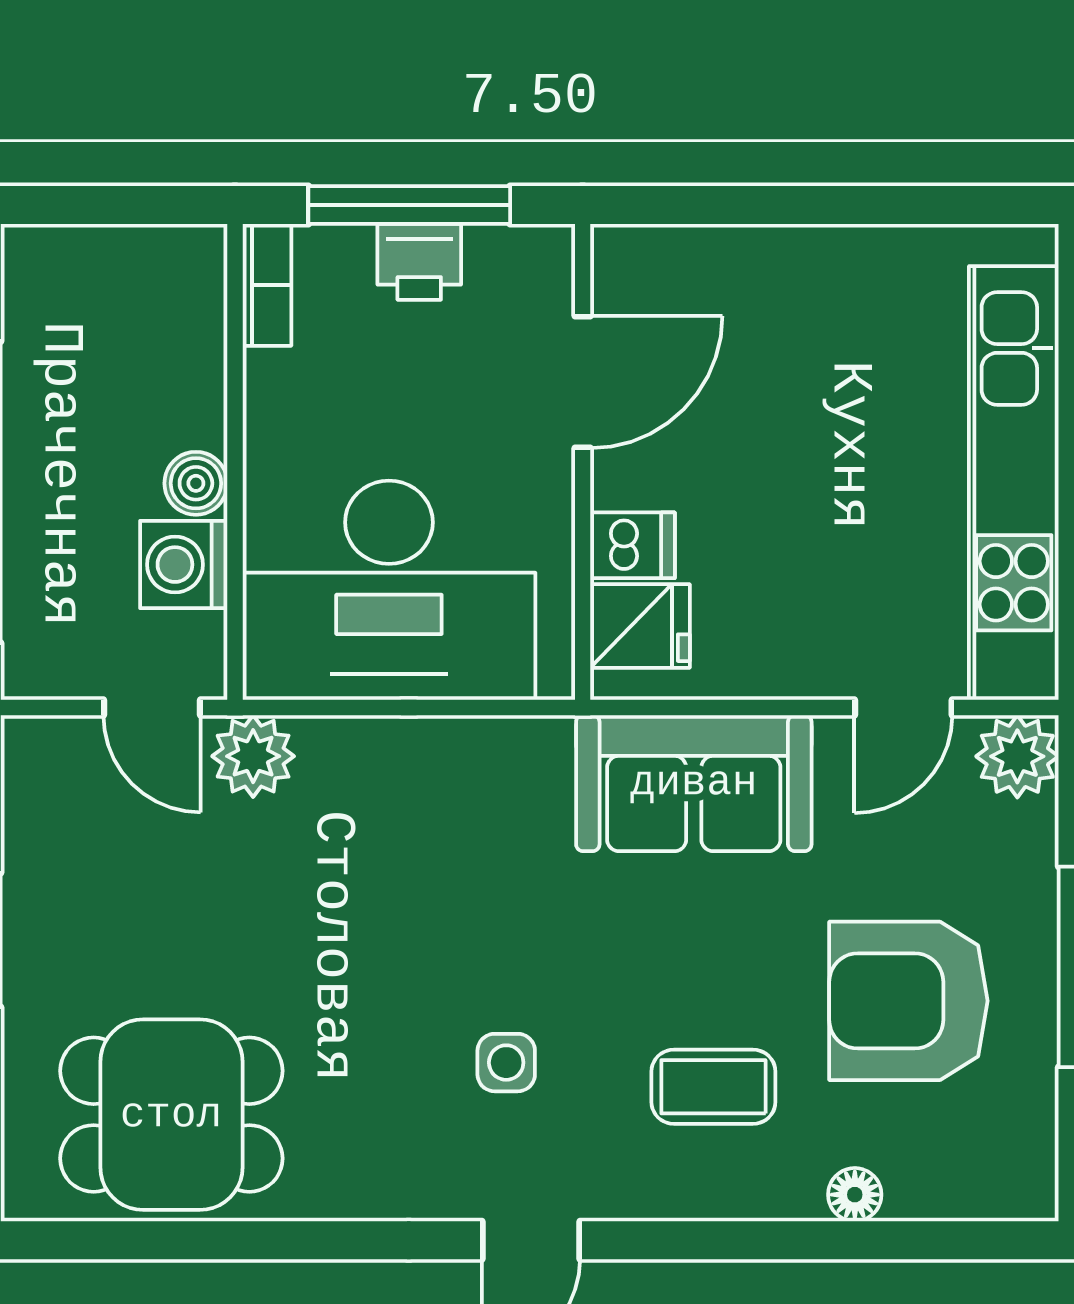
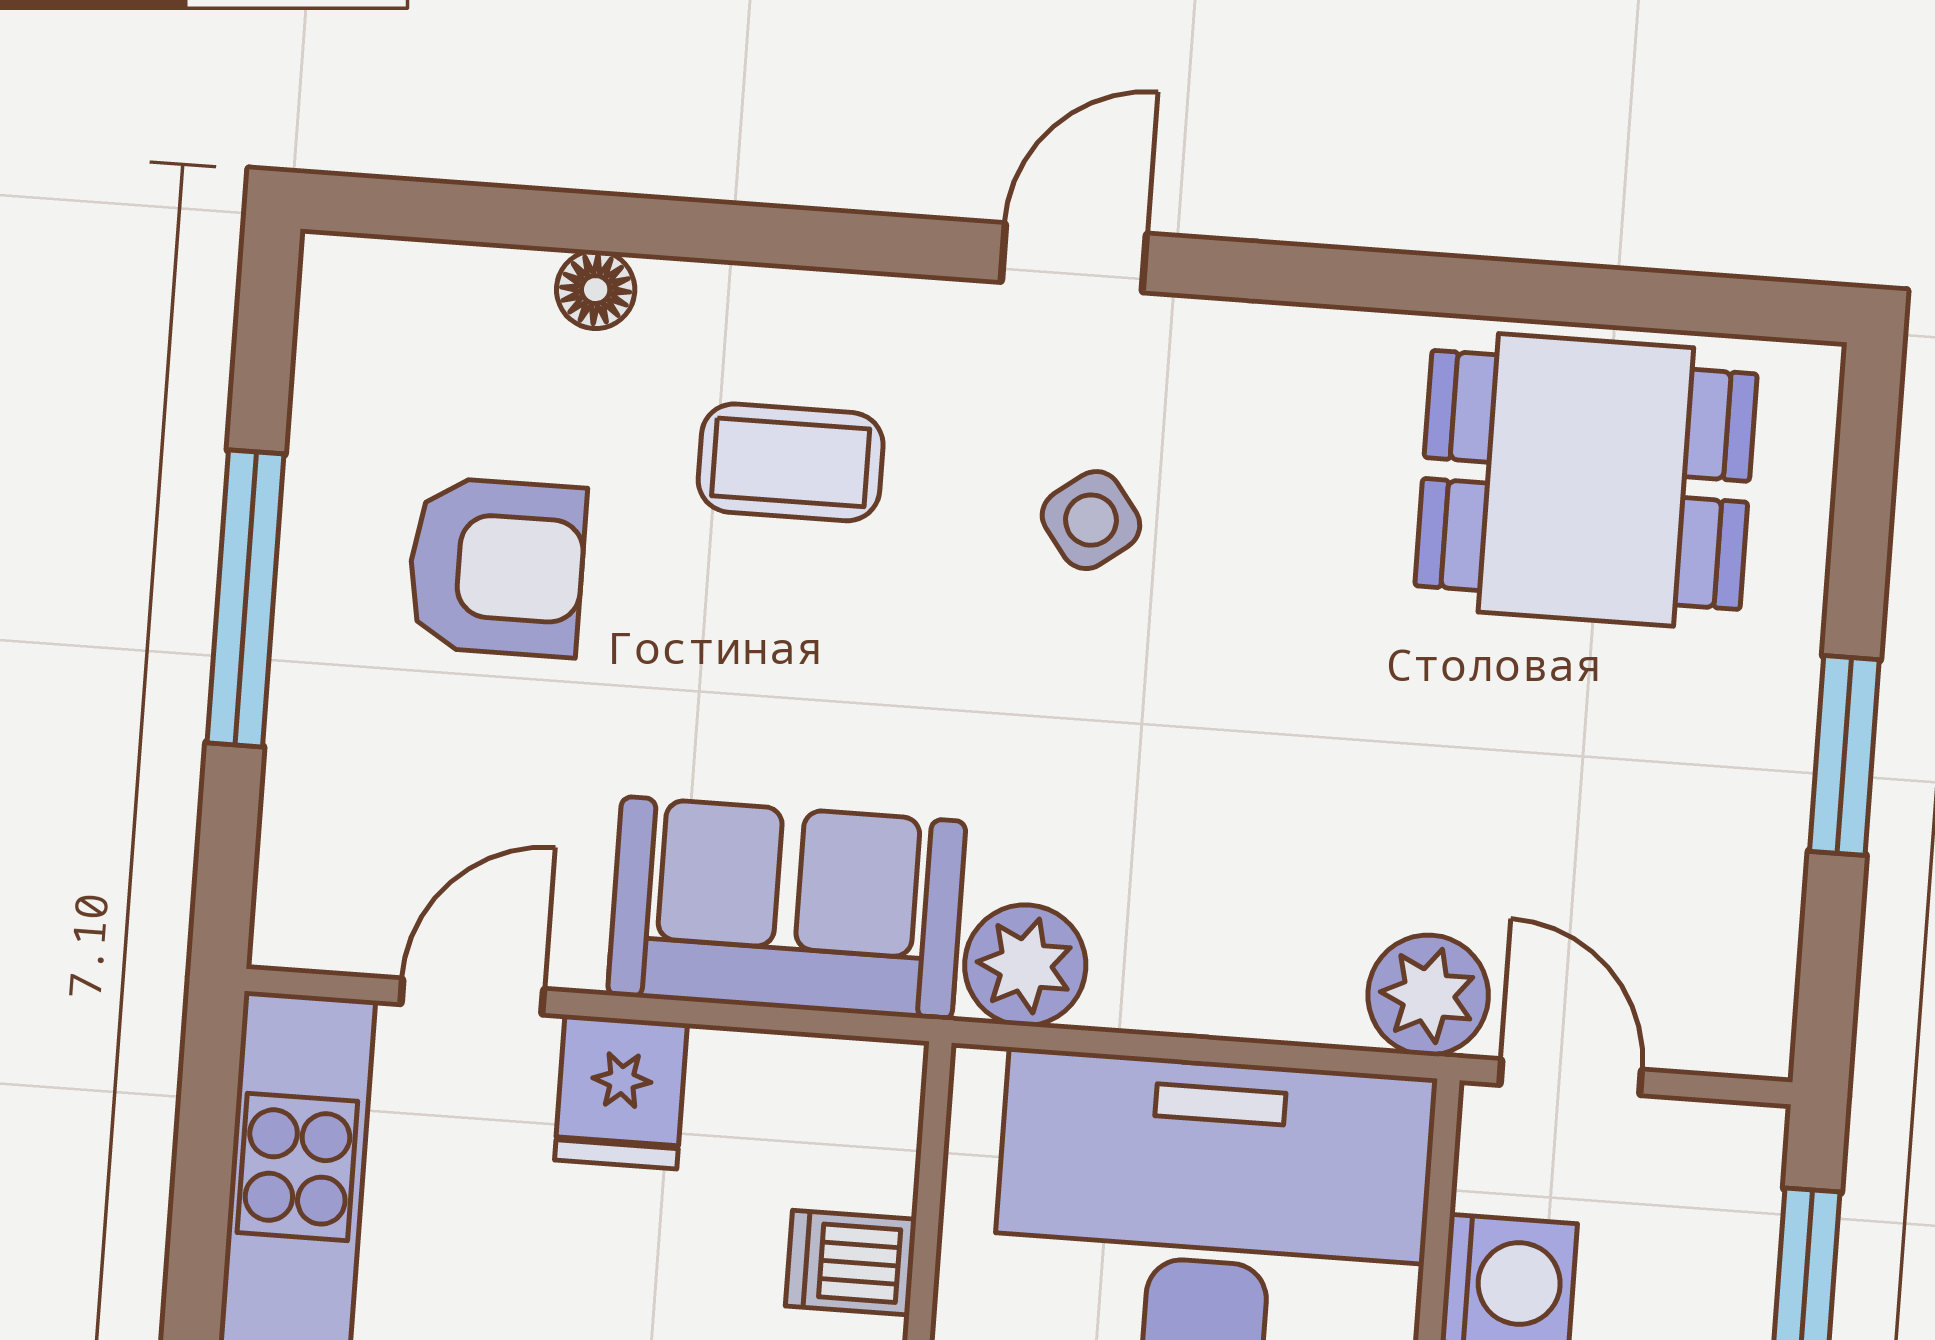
fridge: (640, 626) -> (621, 1092), moved, turned -90
plant: (1017, 756) -> (1025, 965), moved
armchair: (908, 1001) -> (496, 567), width x0.73, depth x0.73
side table: (506, 1063) -> (1091, 520), turned -37

